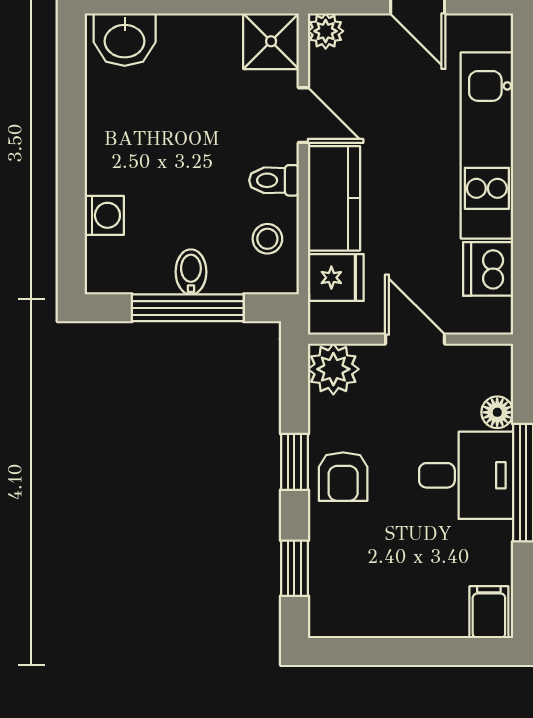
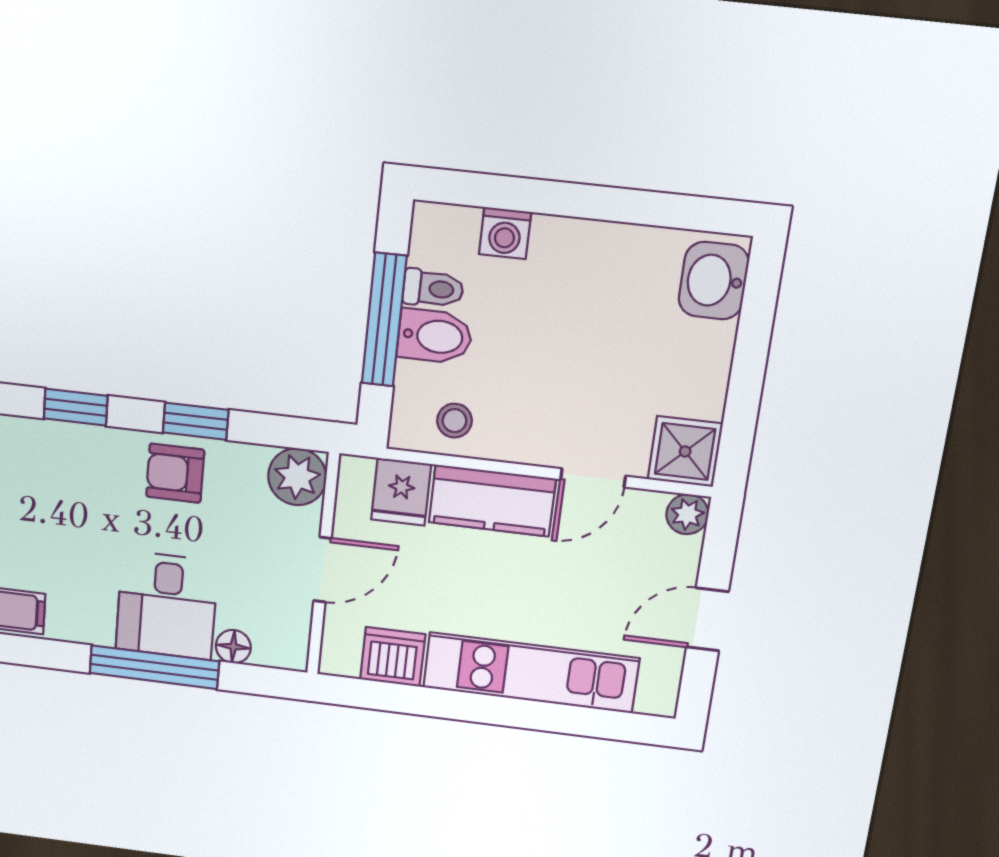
toilet: (274, 180) -> (433, 289), moved, turned 90
bidet: (191, 272) -> (435, 336), width x1.38, depth x1.36

